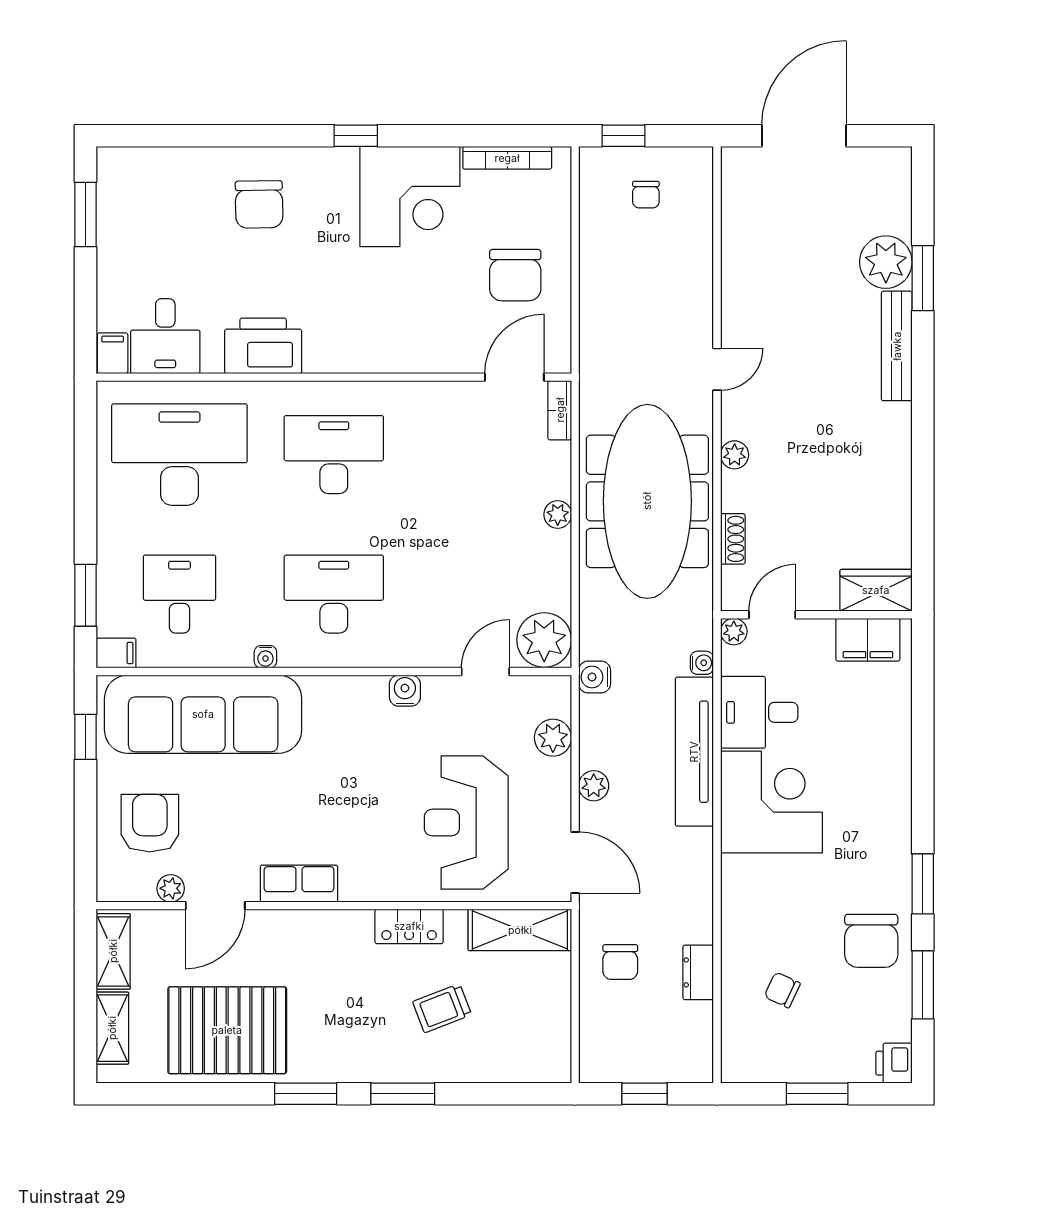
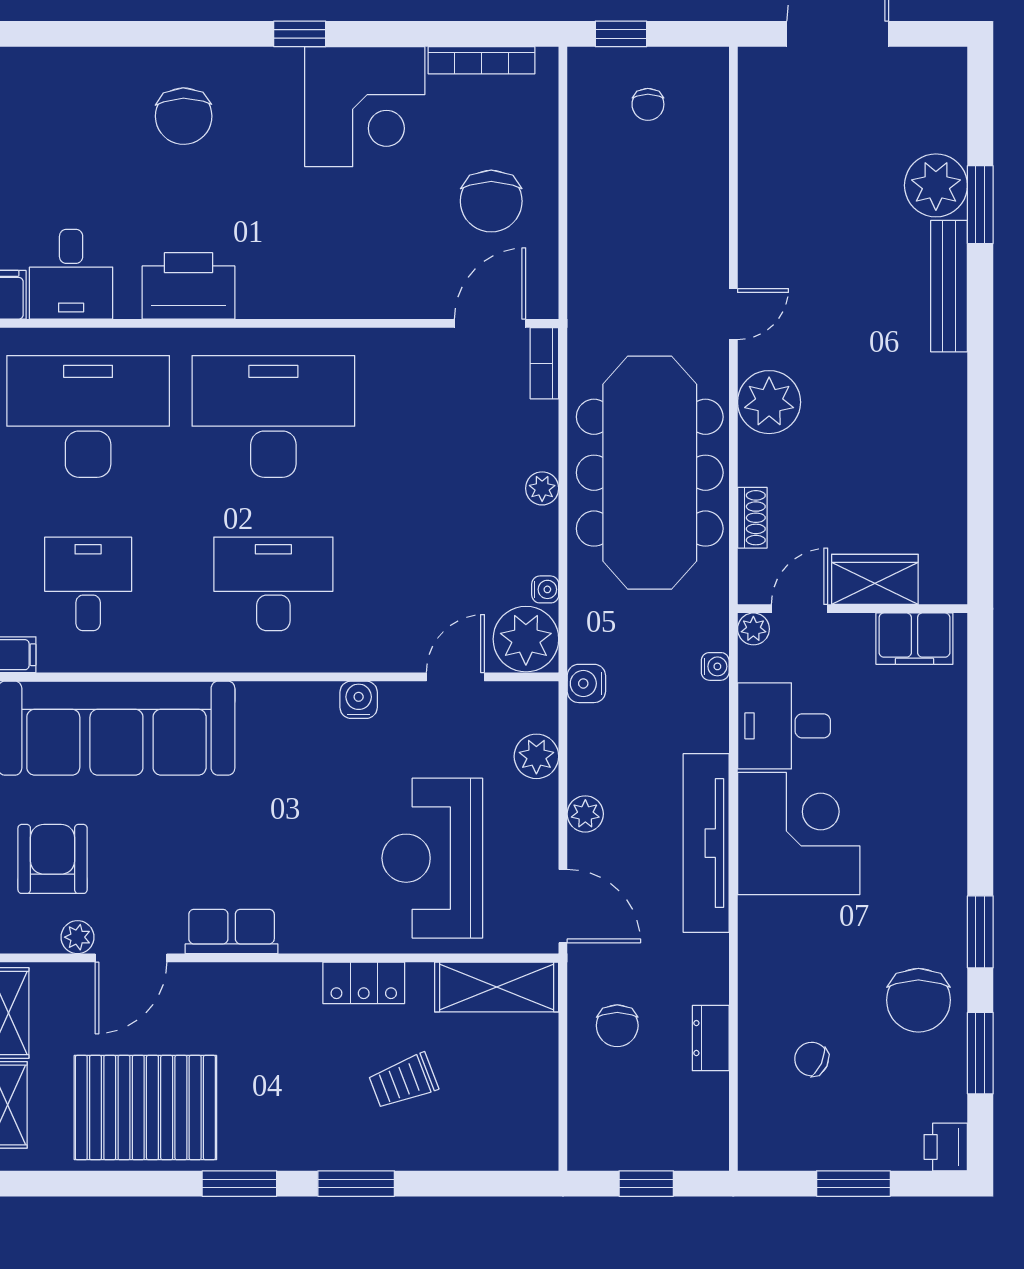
desk: (334, 455) -> (273, 416), width x1.36, depth x1.30
plant: (735, 455) -> (769, 402), width x1.87, depth x1.87
wardrobe: (876, 590) -> (875, 579), moved
water cooler: (265, 657) -> (545, 589), moved, turned -90
tv unit: (694, 752) -> (706, 843), moved

